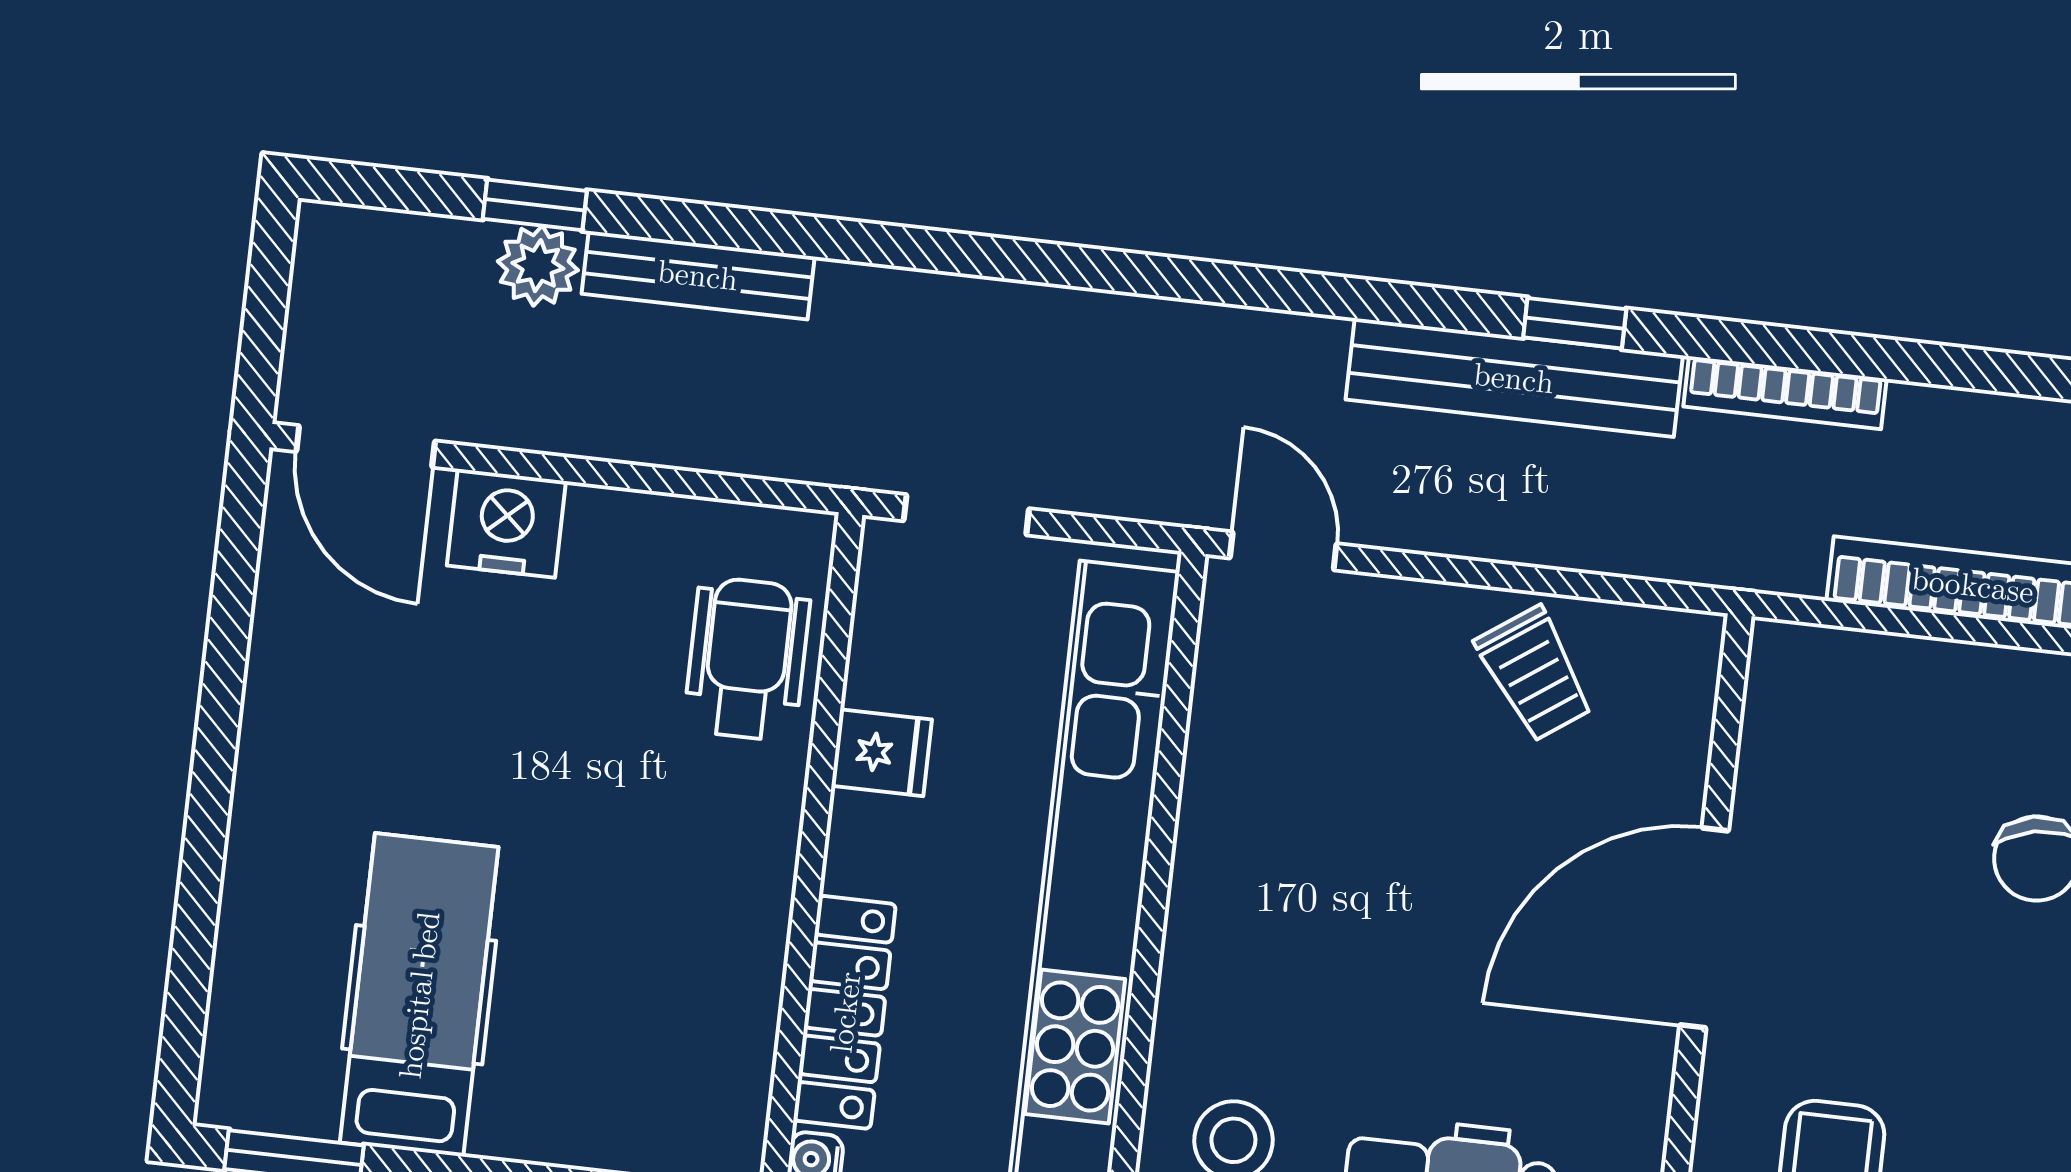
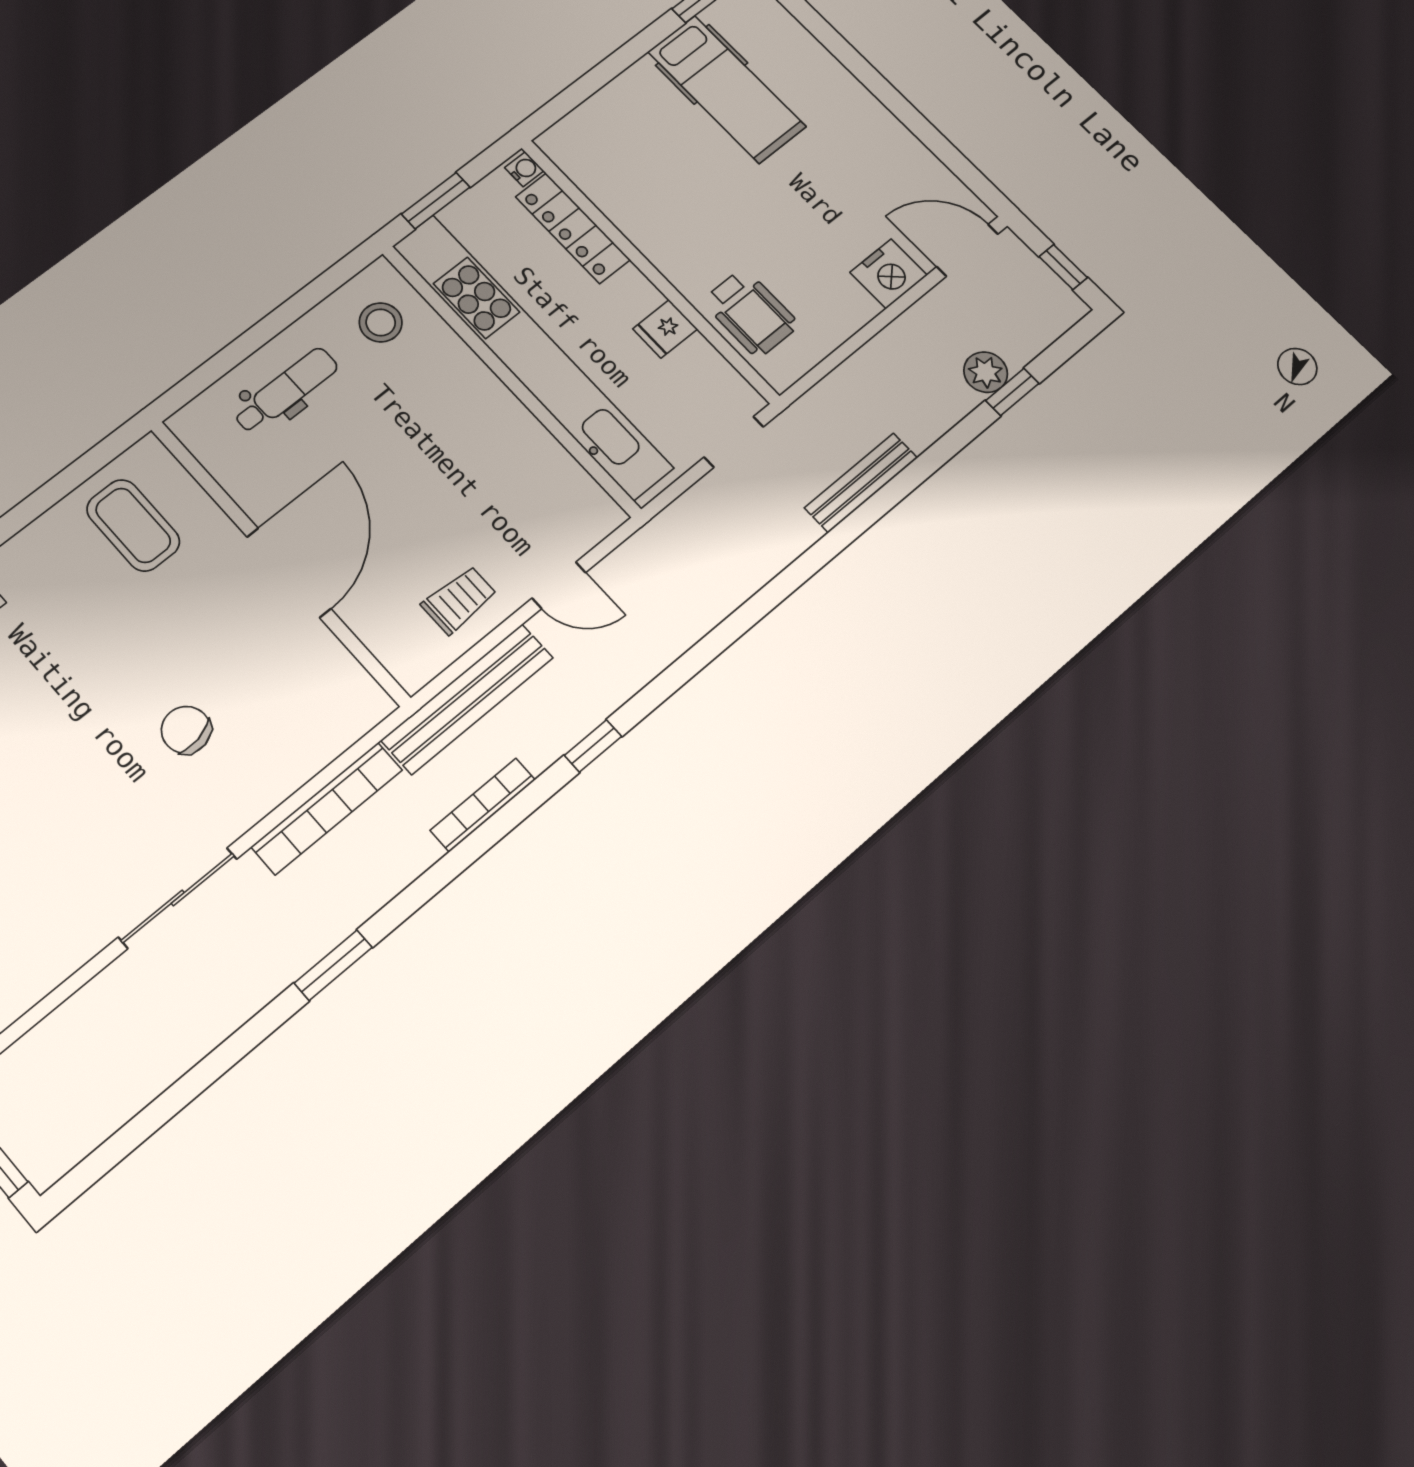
bench: (698, 275) -> (861, 483), moved
window: (267, 293) -> (1063, 267), added
bench: (1514, 378) -> (467, 699), moved
door: (1283, 551) -> (559, 585), moved
trolley: (1535, 674) -> (459, 600), turned 125

